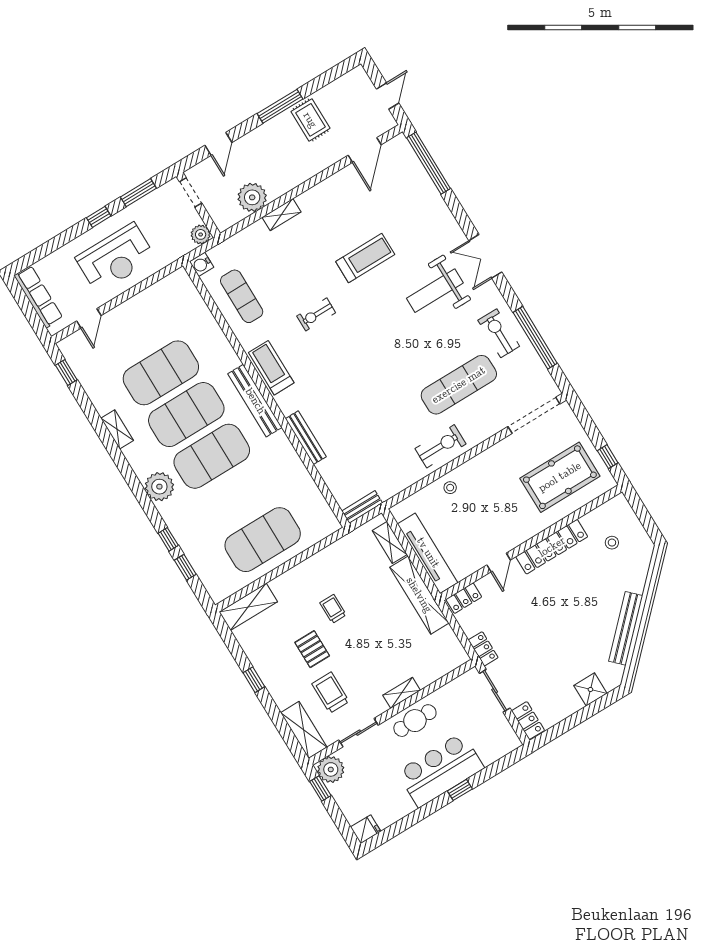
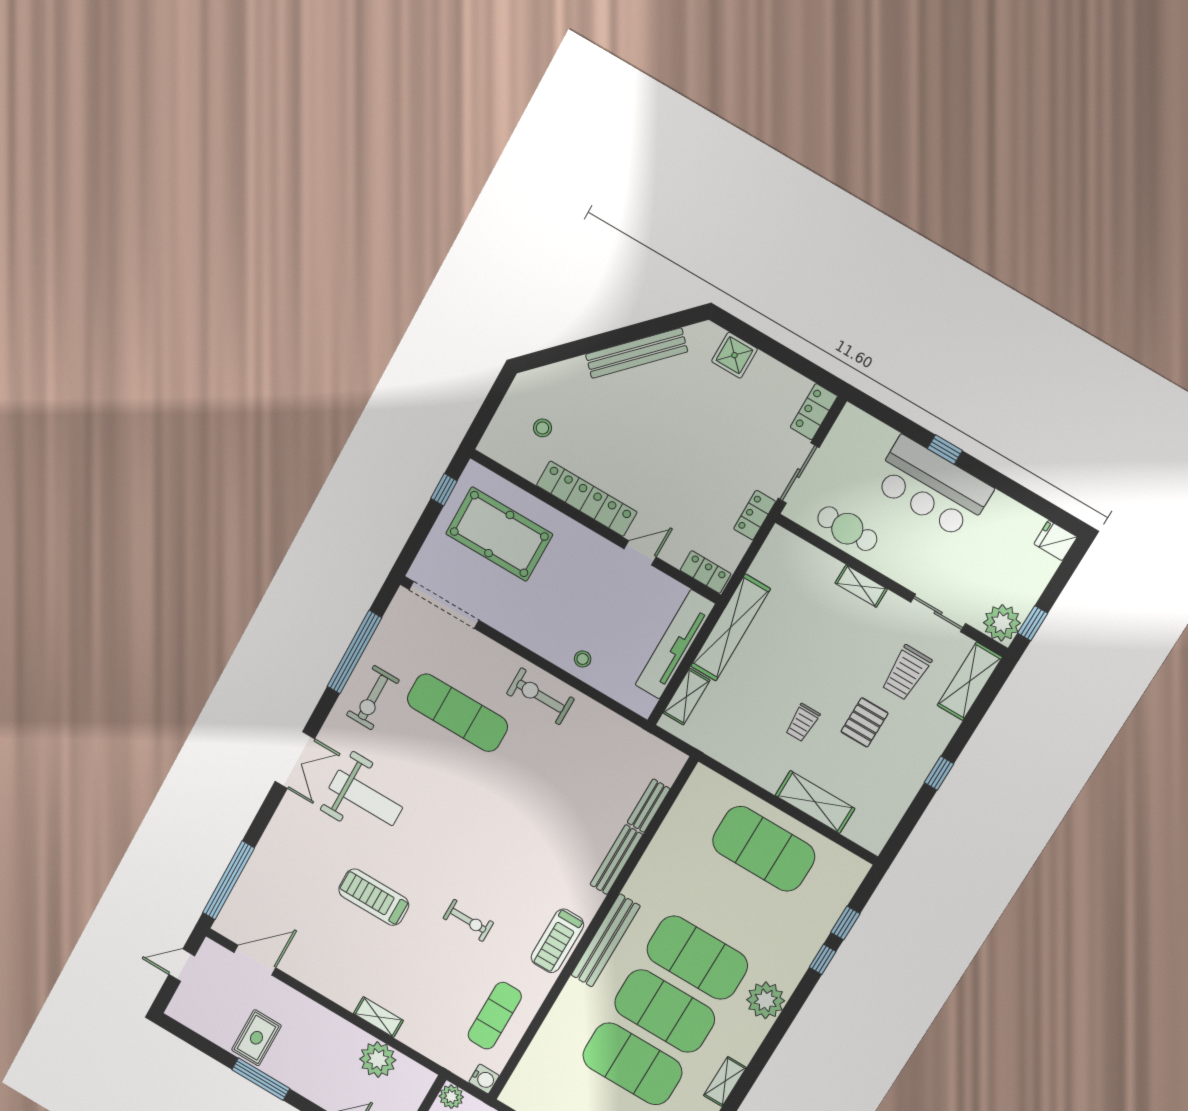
bench: (362, 507) -> (649, 806), moved, turned 90
shelving: (248, 607) -> (815, 802), moved
cafe table: (415, 721) -> (847, 529), moved

